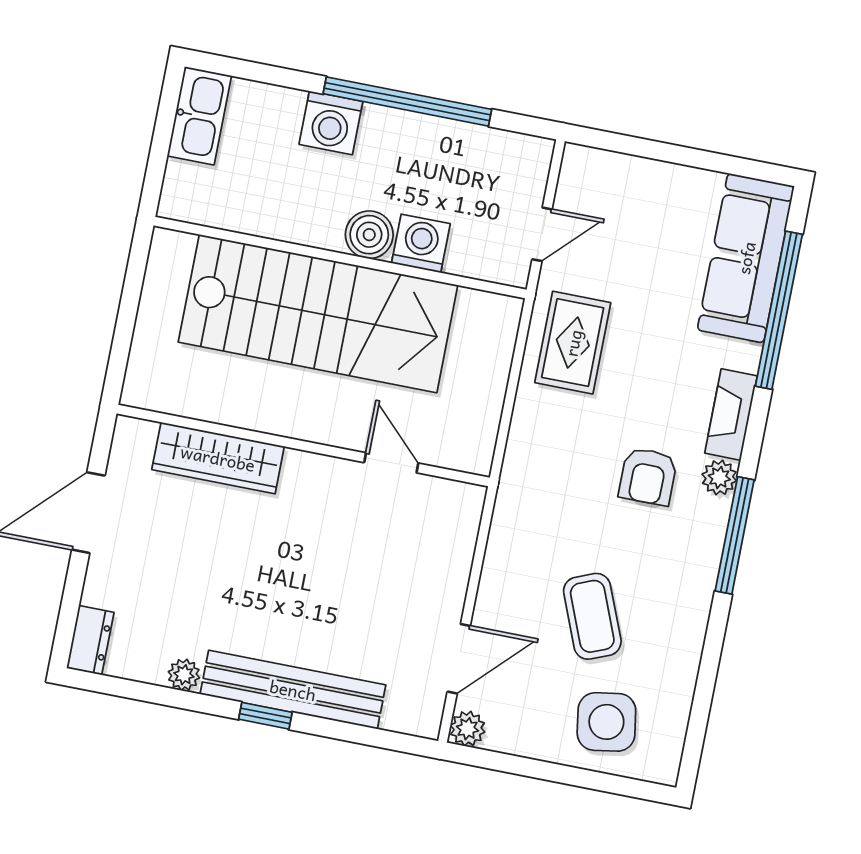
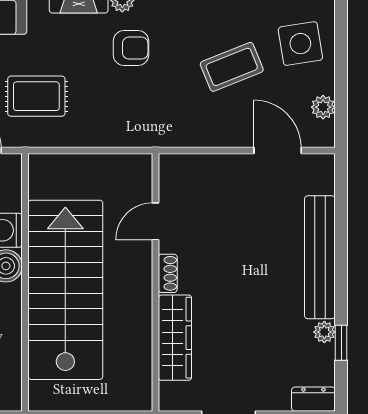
rug: (573, 343) -> (36, 96), moved
shoe rack: (313, 466) -> (168, 273), added
window: (265, 716) -> (341, 343), moved
plant: (468, 729) -> (323, 107), moved

